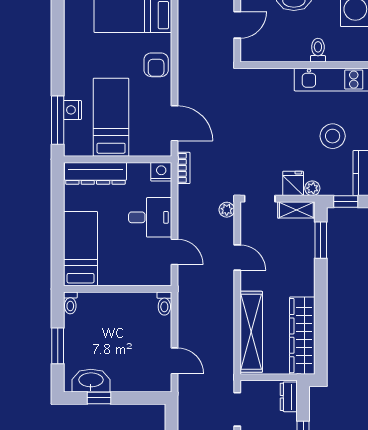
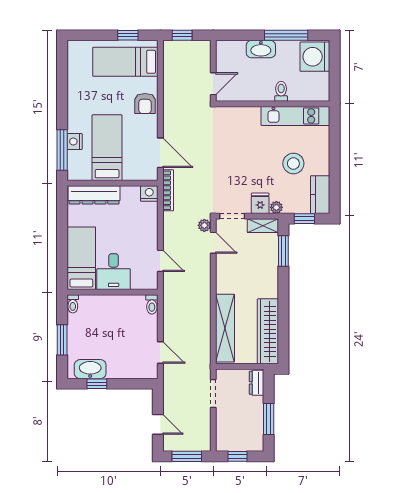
door: (237, 25) -> (213, 84), moved
bookcase: (184, 168) -> (168, 190), width x1.56
desk: (150, 217) -> (114, 272), moved, turned 90
door: (237, 257) -> (213, 243), moved

